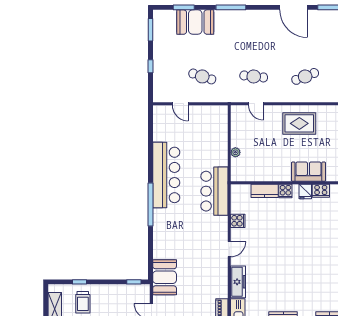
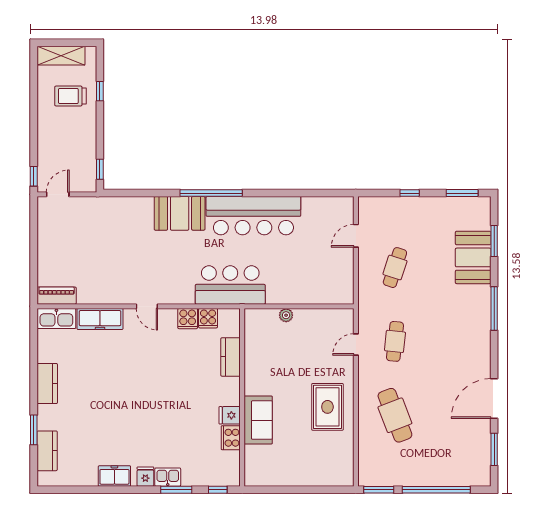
cafe table: (305, 76) -> (395, 415), width x1.37, depth x1.35
cooker: (285, 191) -> (208, 318), moved, turned -90
booth: (165, 277) -> (180, 213), moved

